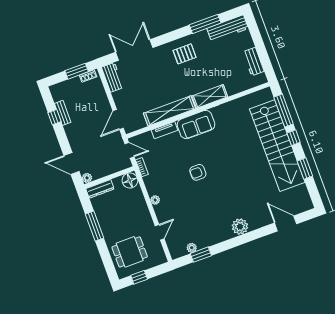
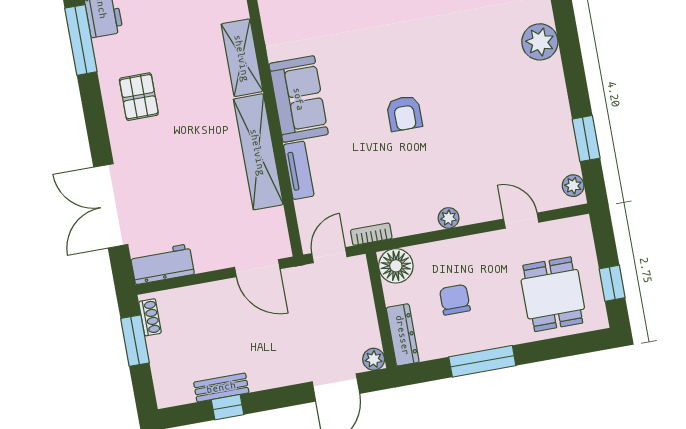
chair: (120, 209) -> (455, 300), added
plant: (192, 248) -> (573, 186), moved

